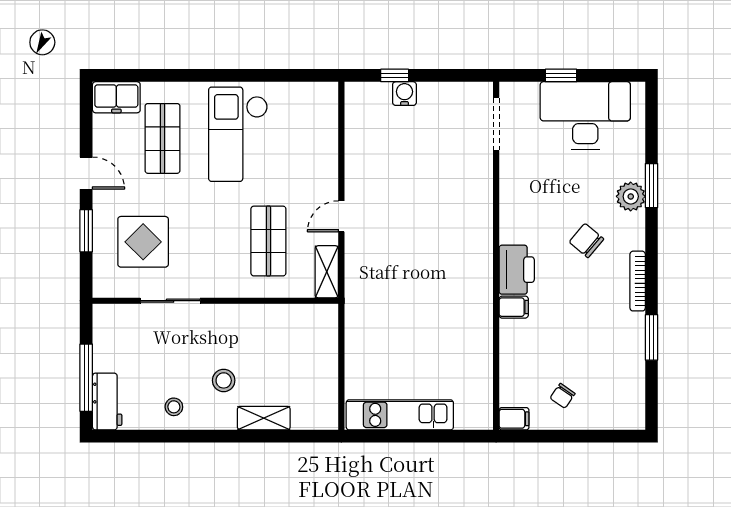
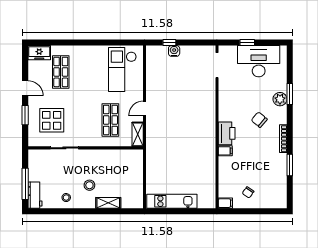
checkout: (238, 134) -> (122, 70), moved

